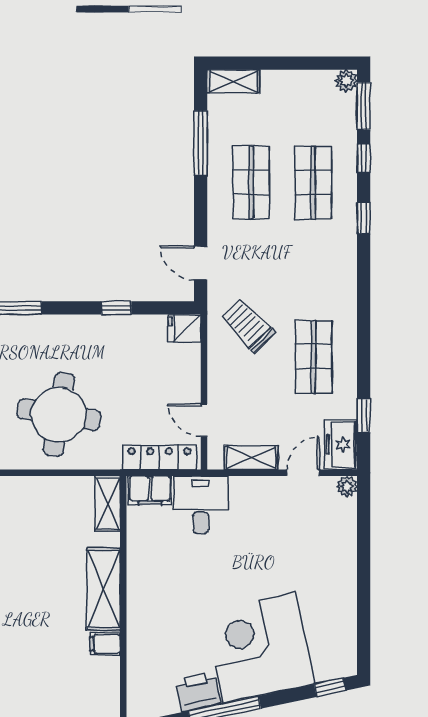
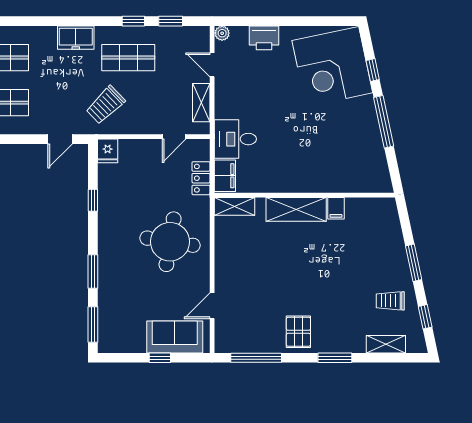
window: (364, 218) -> (133, 21), moved
freezer: (341, 445) -> (76, 38), moved
locker: (159, 457) -> (201, 178), width x0.66
corner desk: (260, 647) -> (332, 67), moved
window: (330, 687) -> (373, 70), moved
printer: (198, 692) -> (264, 38), moved, turned -78

